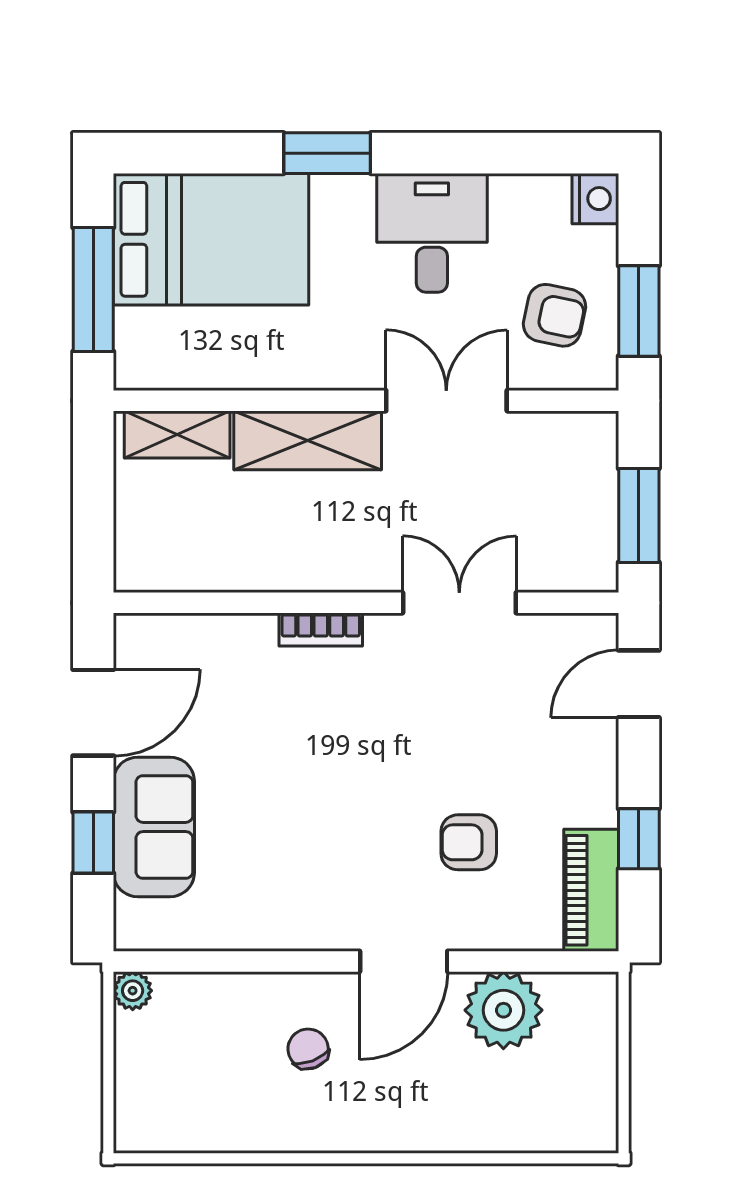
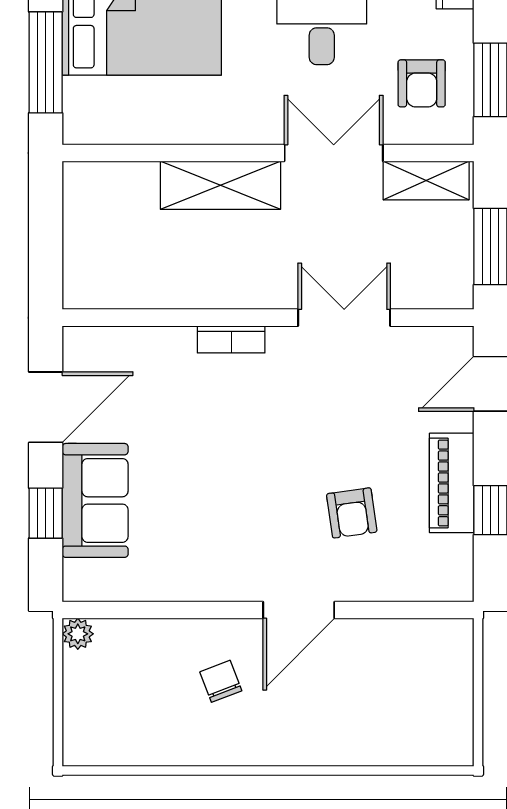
armchair: (555, 315) -> (422, 83), turned 78
shelving: (177, 435) -> (426, 181), moved
armchair: (469, 842) -> (352, 513), turned -98
piano: (591, 890) -> (452, 483), moved
plant: (503, 1010) -> (380, 650), removed

